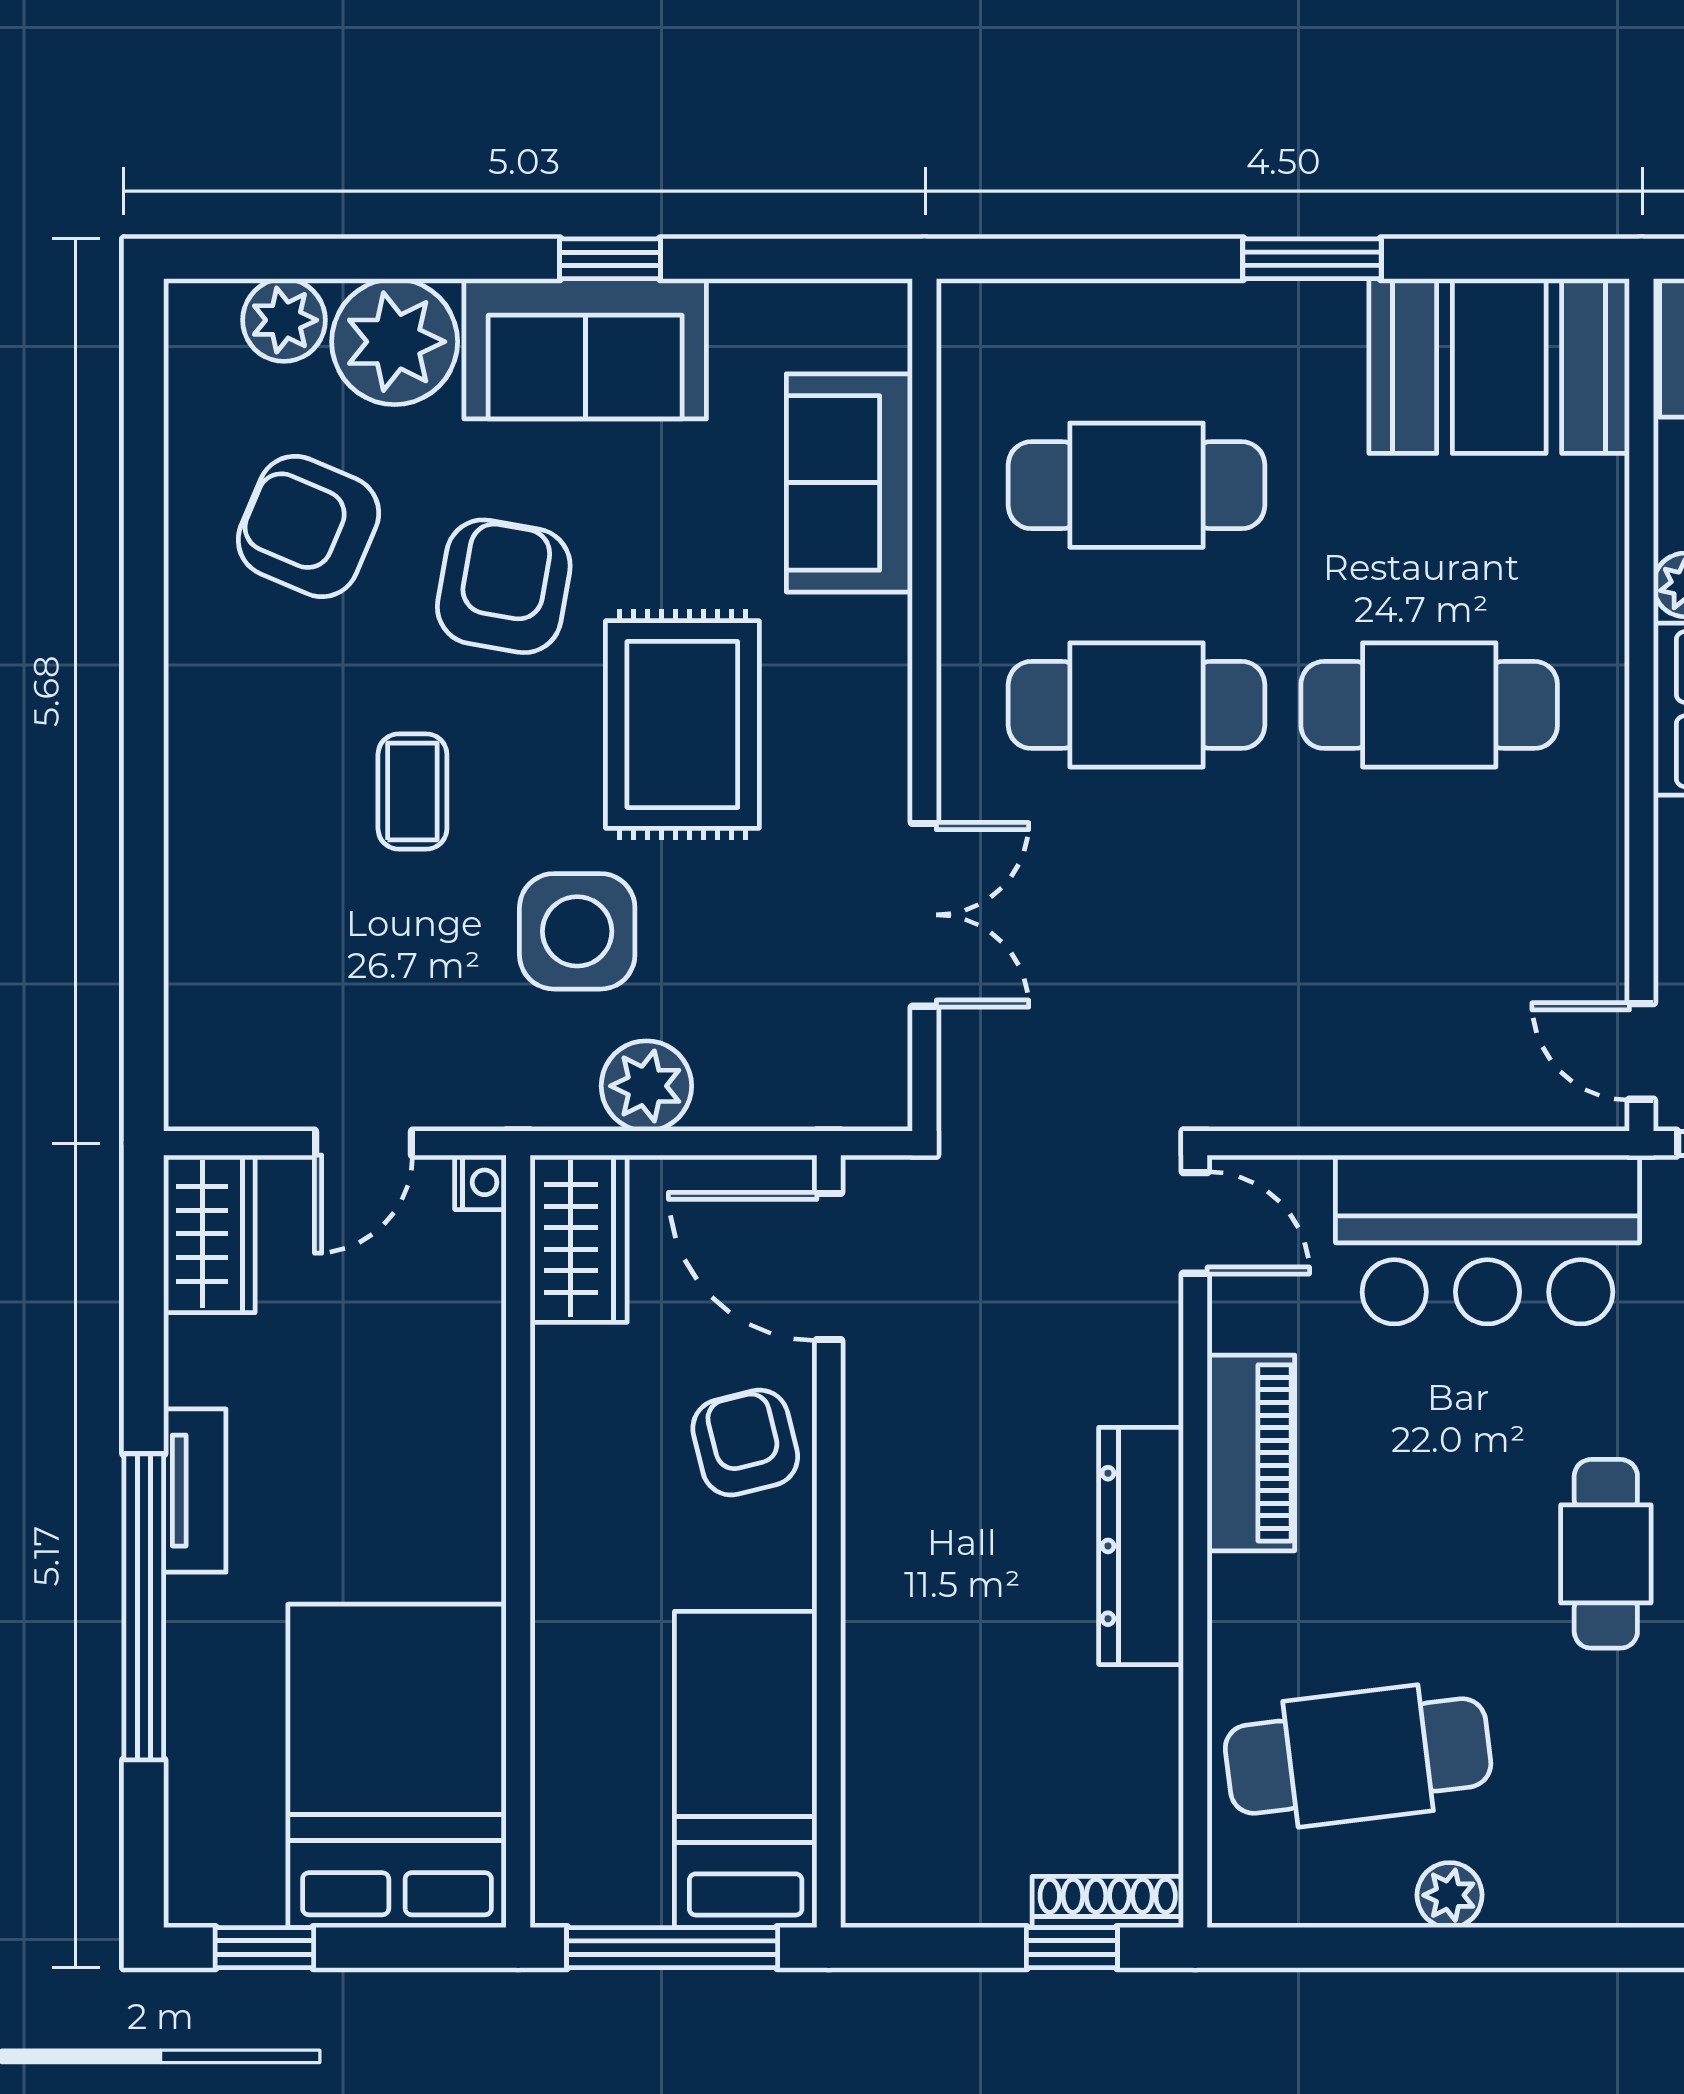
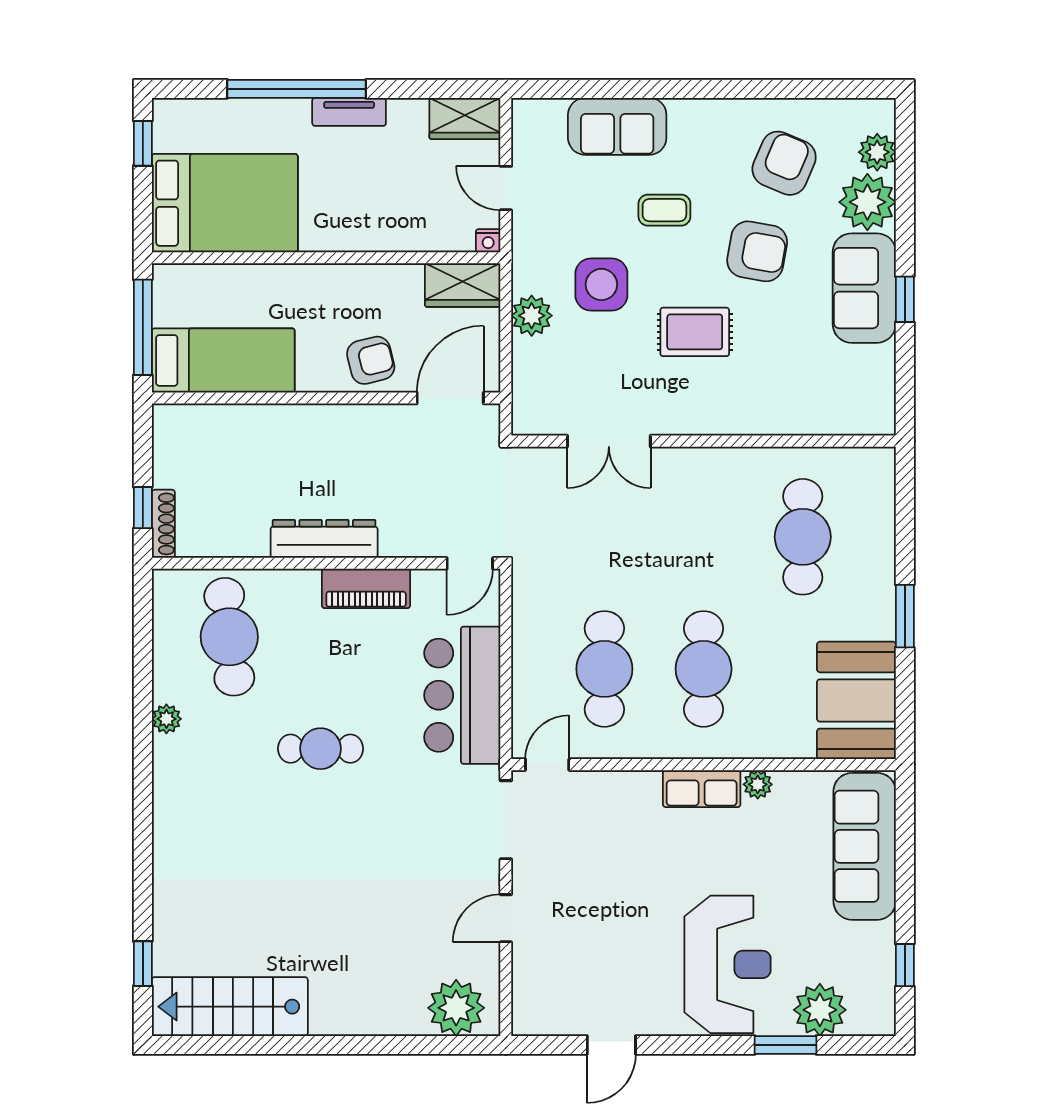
sofa: (849, 483) -> (617, 126), moved, turned 180
cafe table: (1136, 705) -> (604, 669), moved
rug: (682, 725) -> (695, 332), width x0.73, depth x0.70
plant: (1450, 1895) -> (166, 719), moved

